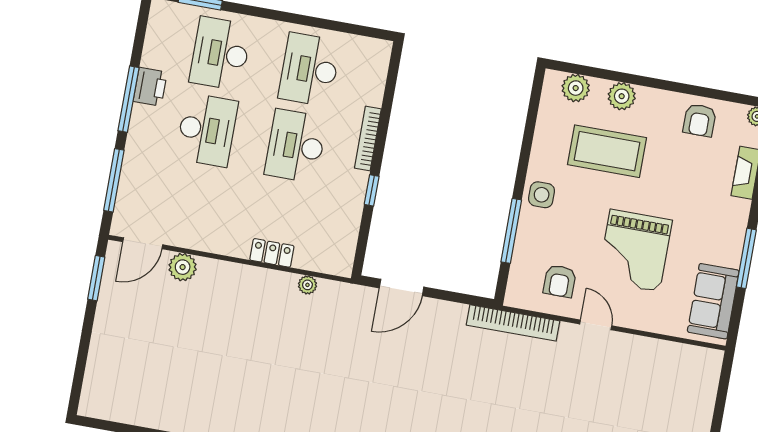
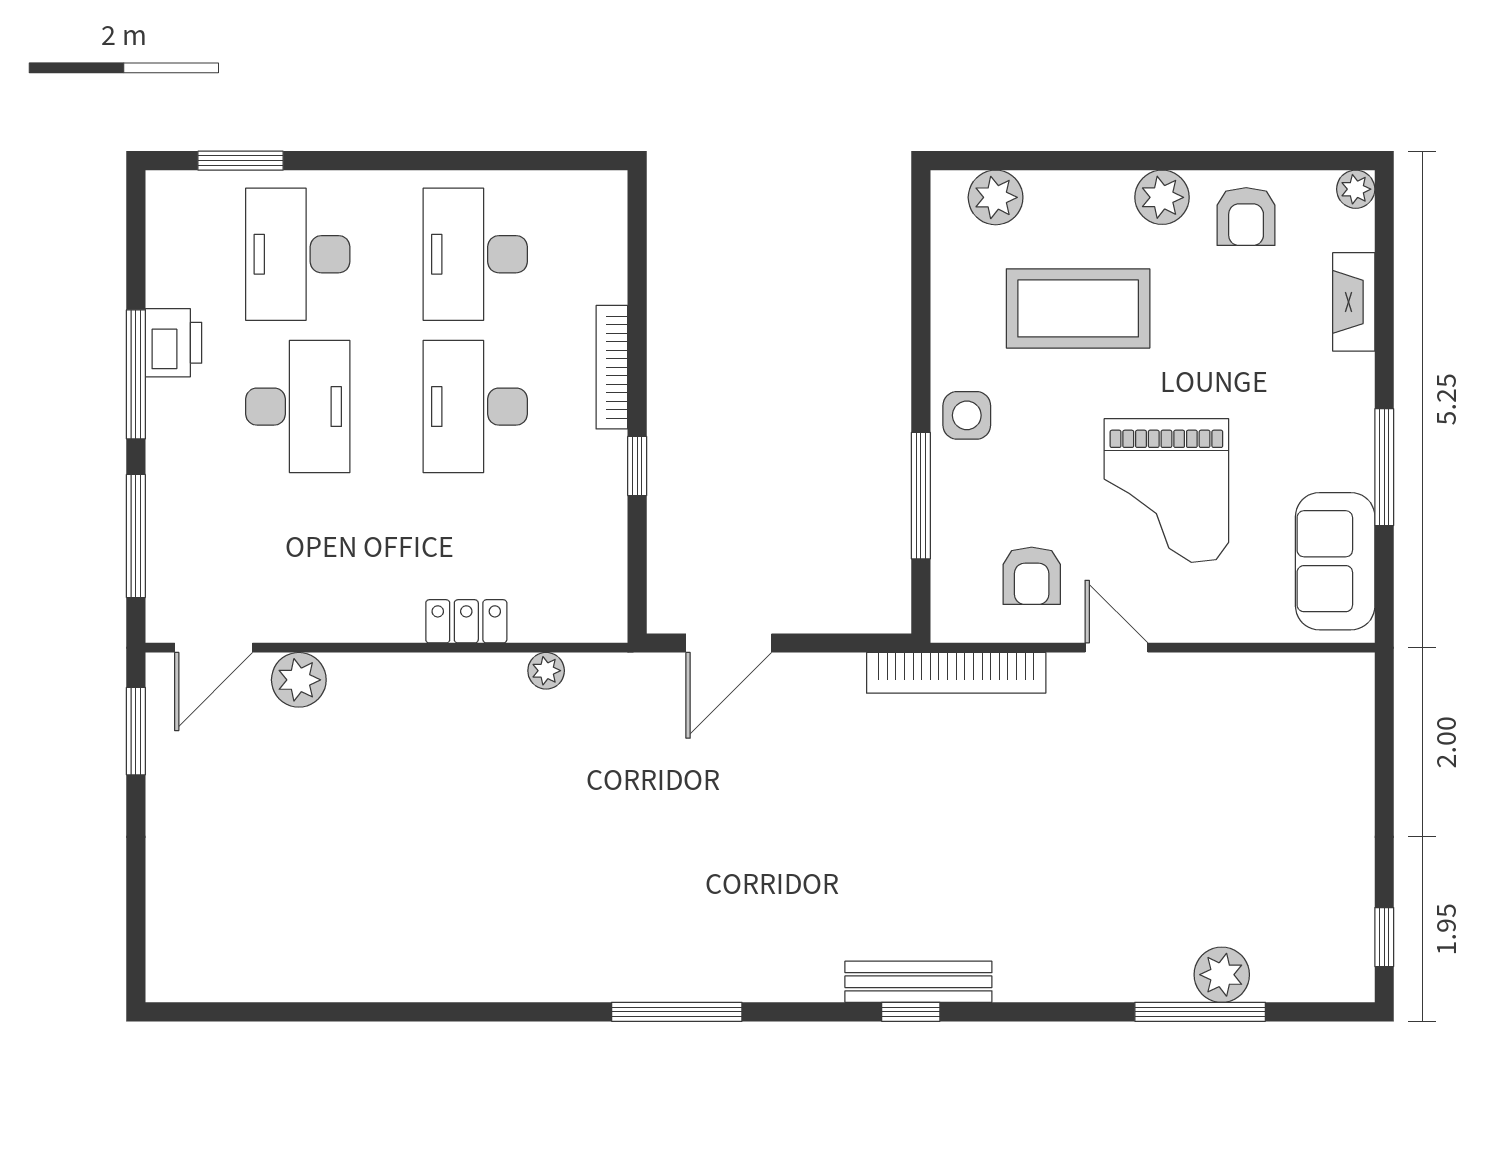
plant: (622, 96) -> (1162, 197), moved

